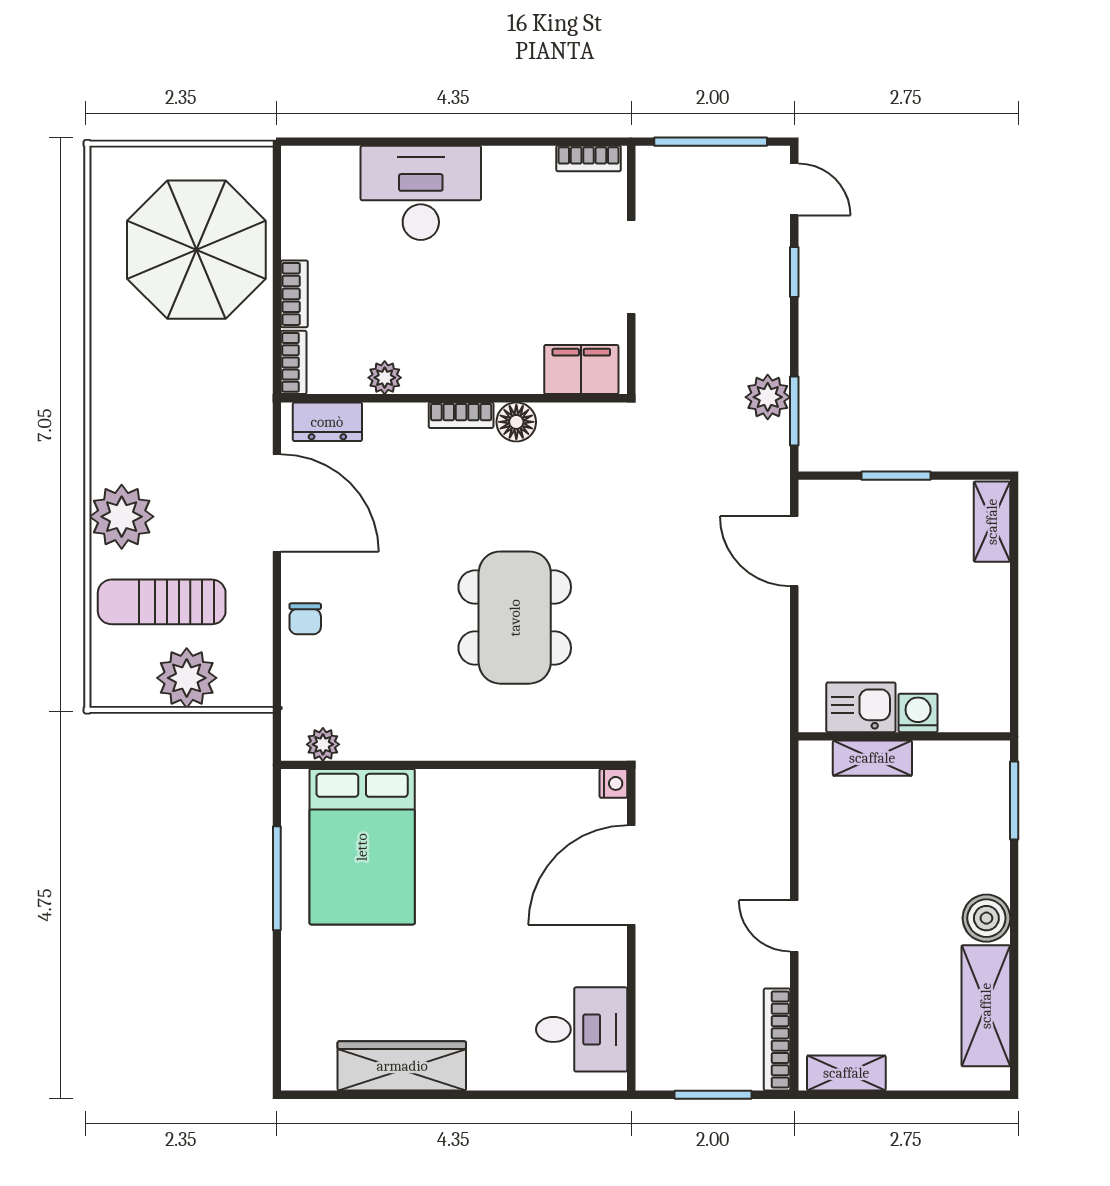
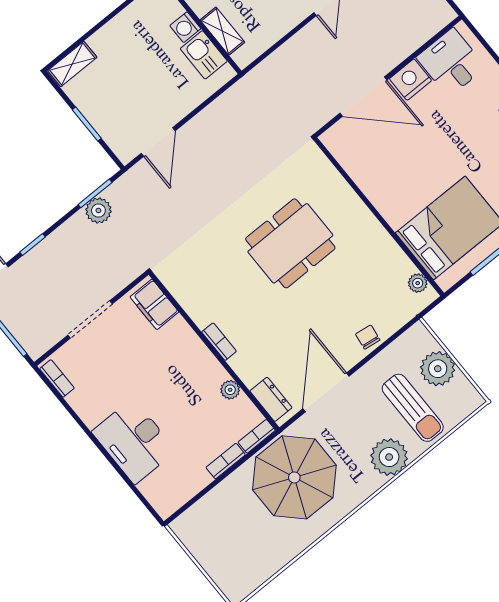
parasol: (196, 250) -> (294, 477), moved
floor lamp: (516, 422) -> (202, 314), removed
chair: (305, 619) -> (368, 337), turned -82
nightstand: (613, 783) -> (411, 80), moved, width x1.89, depth x1.79

